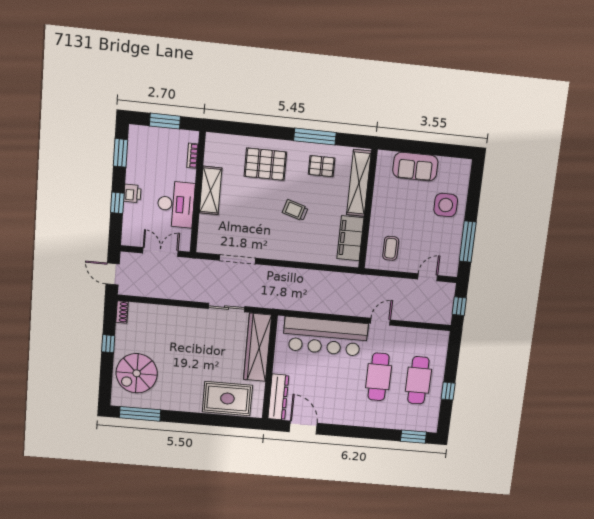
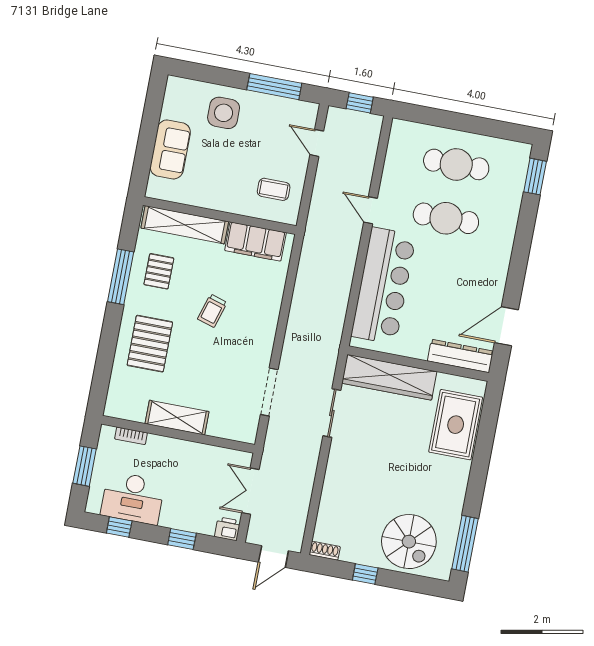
window: (120, 153) -> (119, 527), width x0.67
printer: (132, 193) -> (227, 529), moved
desk: (176, 204) -> (133, 498), moved, turned 180
window: (448, 391) -> (475, 125), removed

